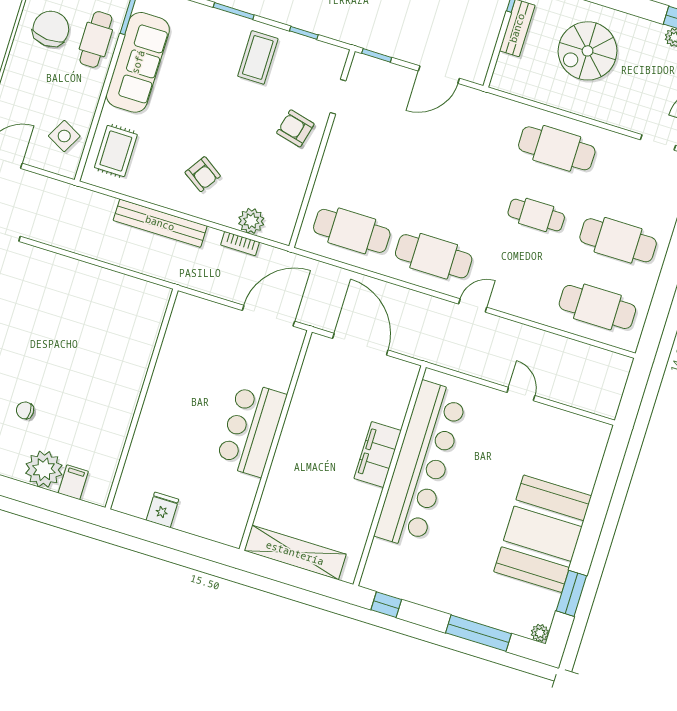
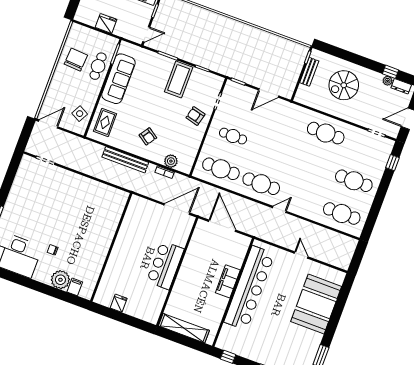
coffee table: (258, 57) -> (179, 79), width x1.36, depth x1.32
cafe table: (536, 215) -> (233, 136), moved
booth: (543, 534) -> (316, 304), moved

